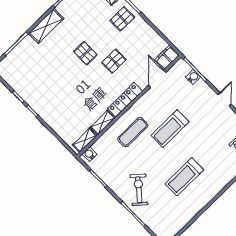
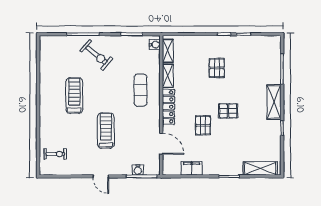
pallet: (122, 19) -> (217, 68), moved
filing cabinet: (167, 58) -> (192, 168), moved, turned -90
treadmill: (170, 129) -> (106, 131), moved

